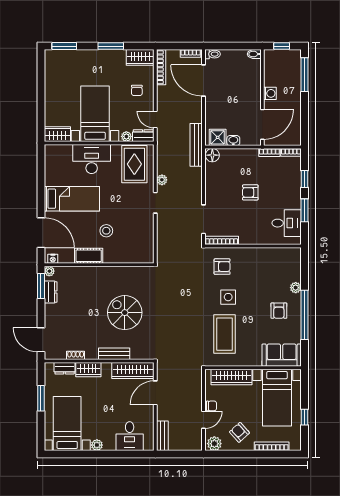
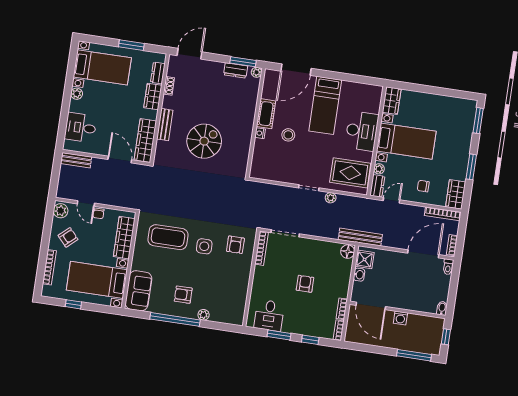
nightstand: (53, 259) -> (260, 133), moved

